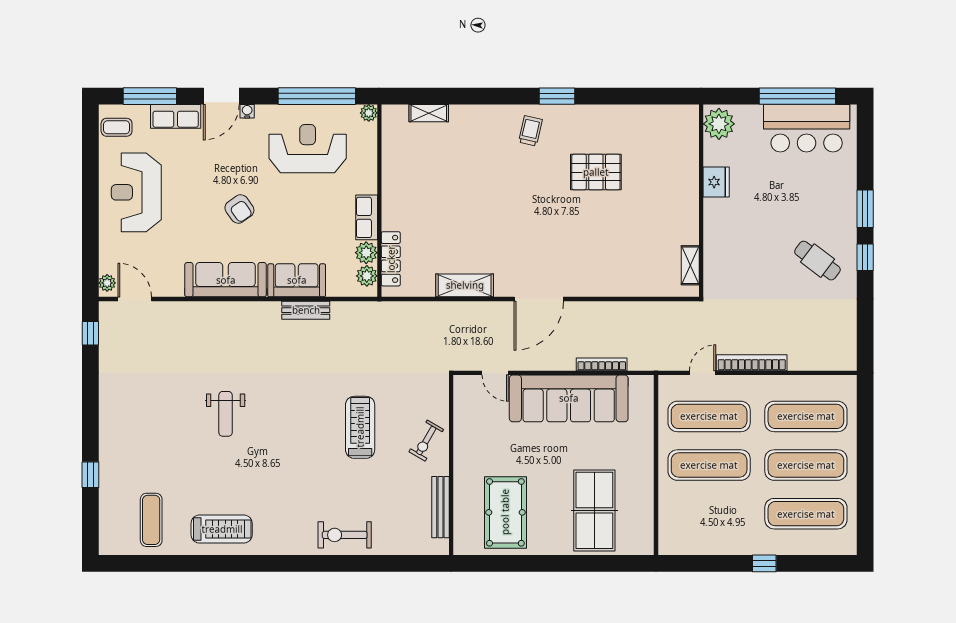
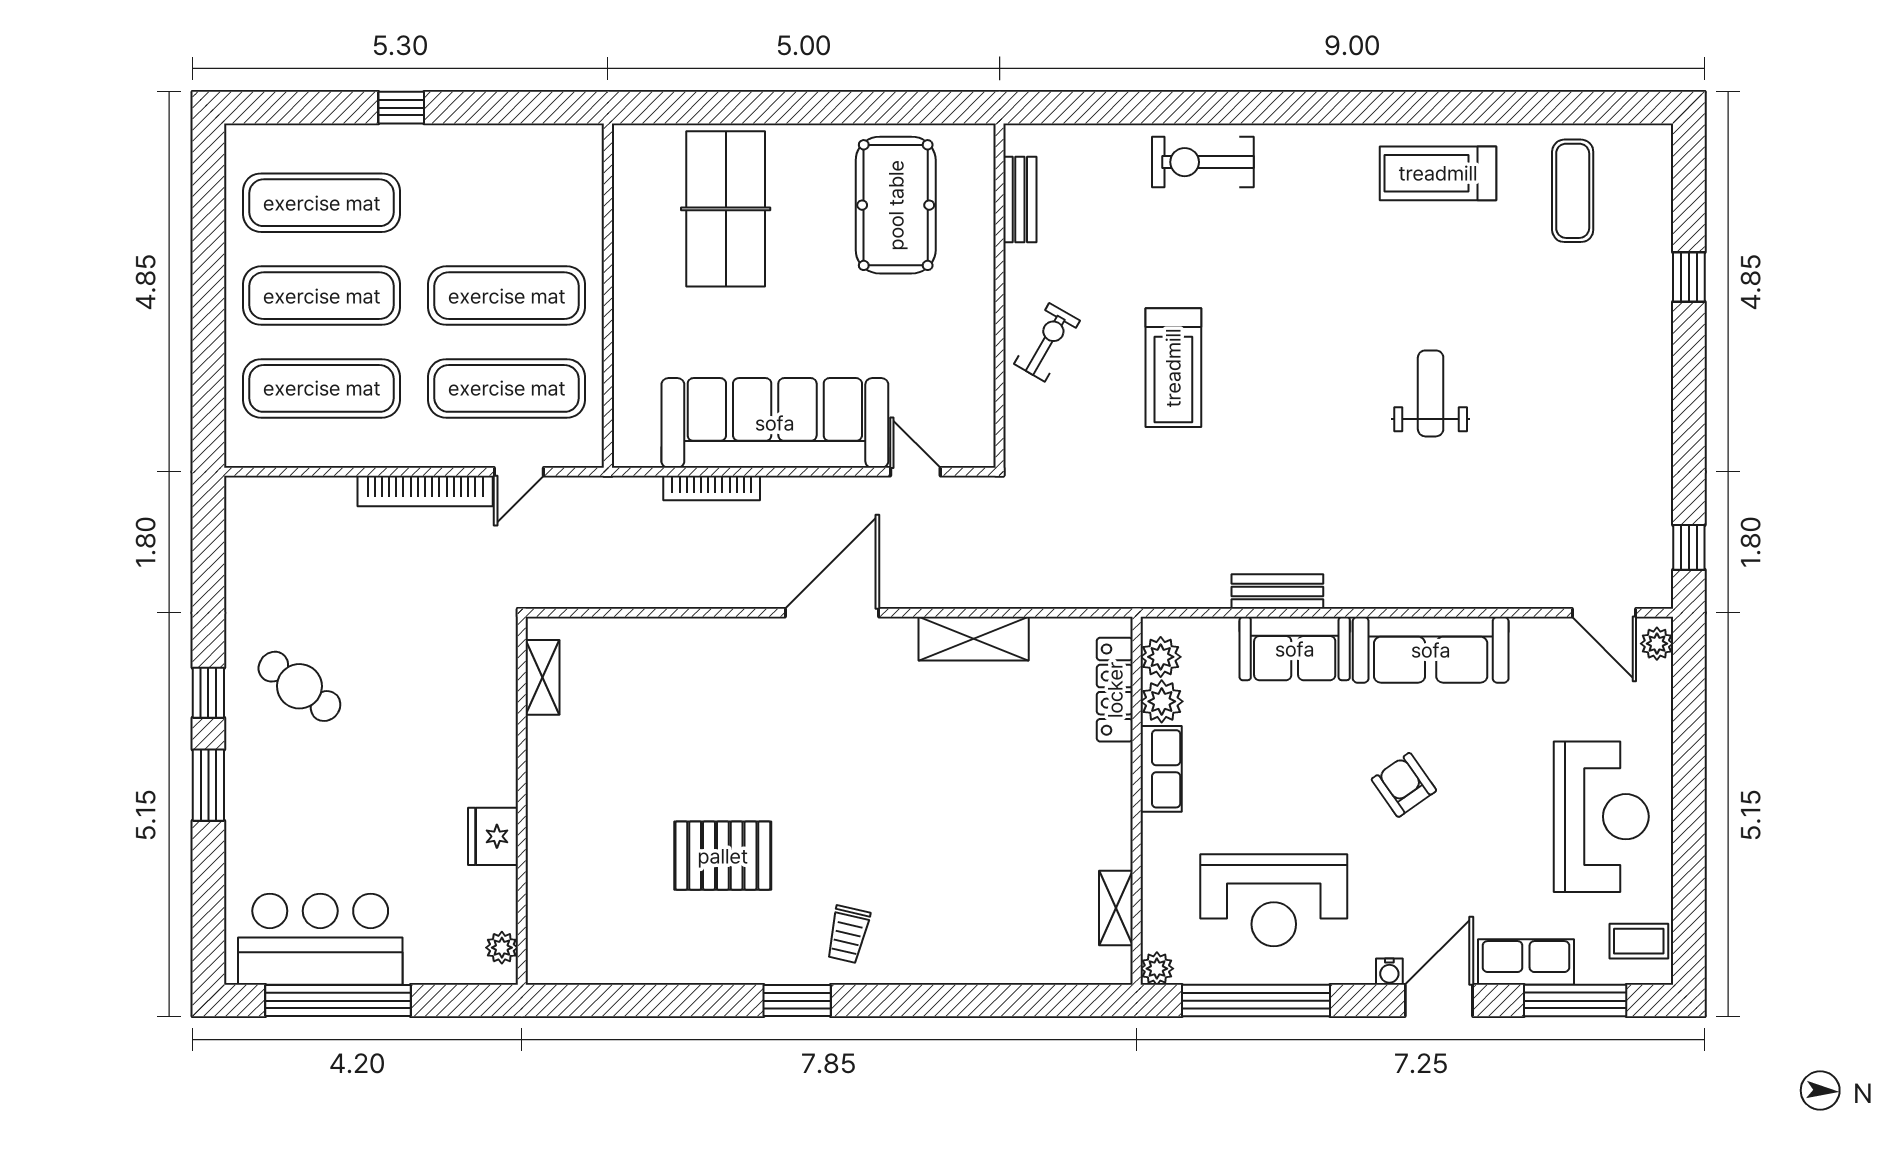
shelving: (429, 113) -> (1116, 908), moved, turned 90
plant: (719, 124) -> (502, 948), width x0.53, depth x0.53
bench: (440, 507) -> (1020, 200), width x0.73
exercise bike: (345, 535) -> (1203, 162), turned 180

